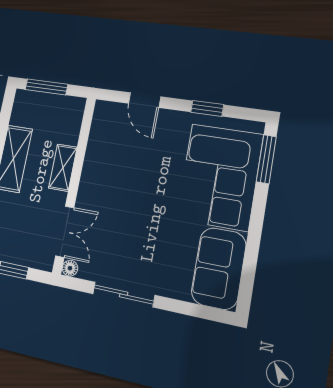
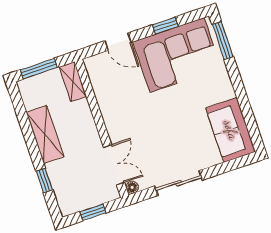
shelving: (63, 168) -> (73, 82), moved
corner sofa: (220, 177) -> (177, 55), moved, turned -90

